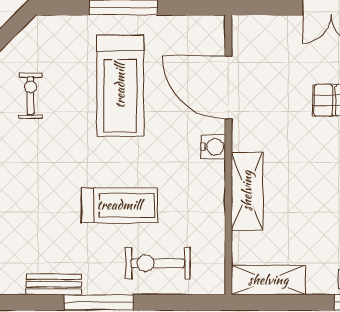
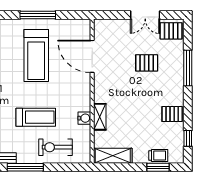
water cooler: (213, 147) -> (84, 118), moved
shelving: (247, 191) -> (100, 117), width x0.67, depth x0.75

